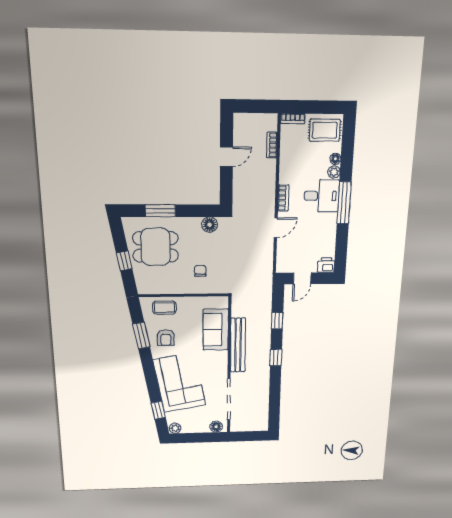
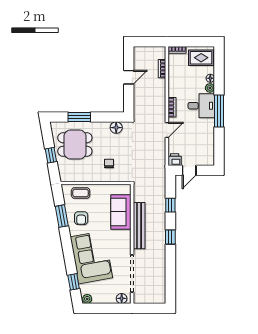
printer: (326, 265) -> (175, 160), moved

